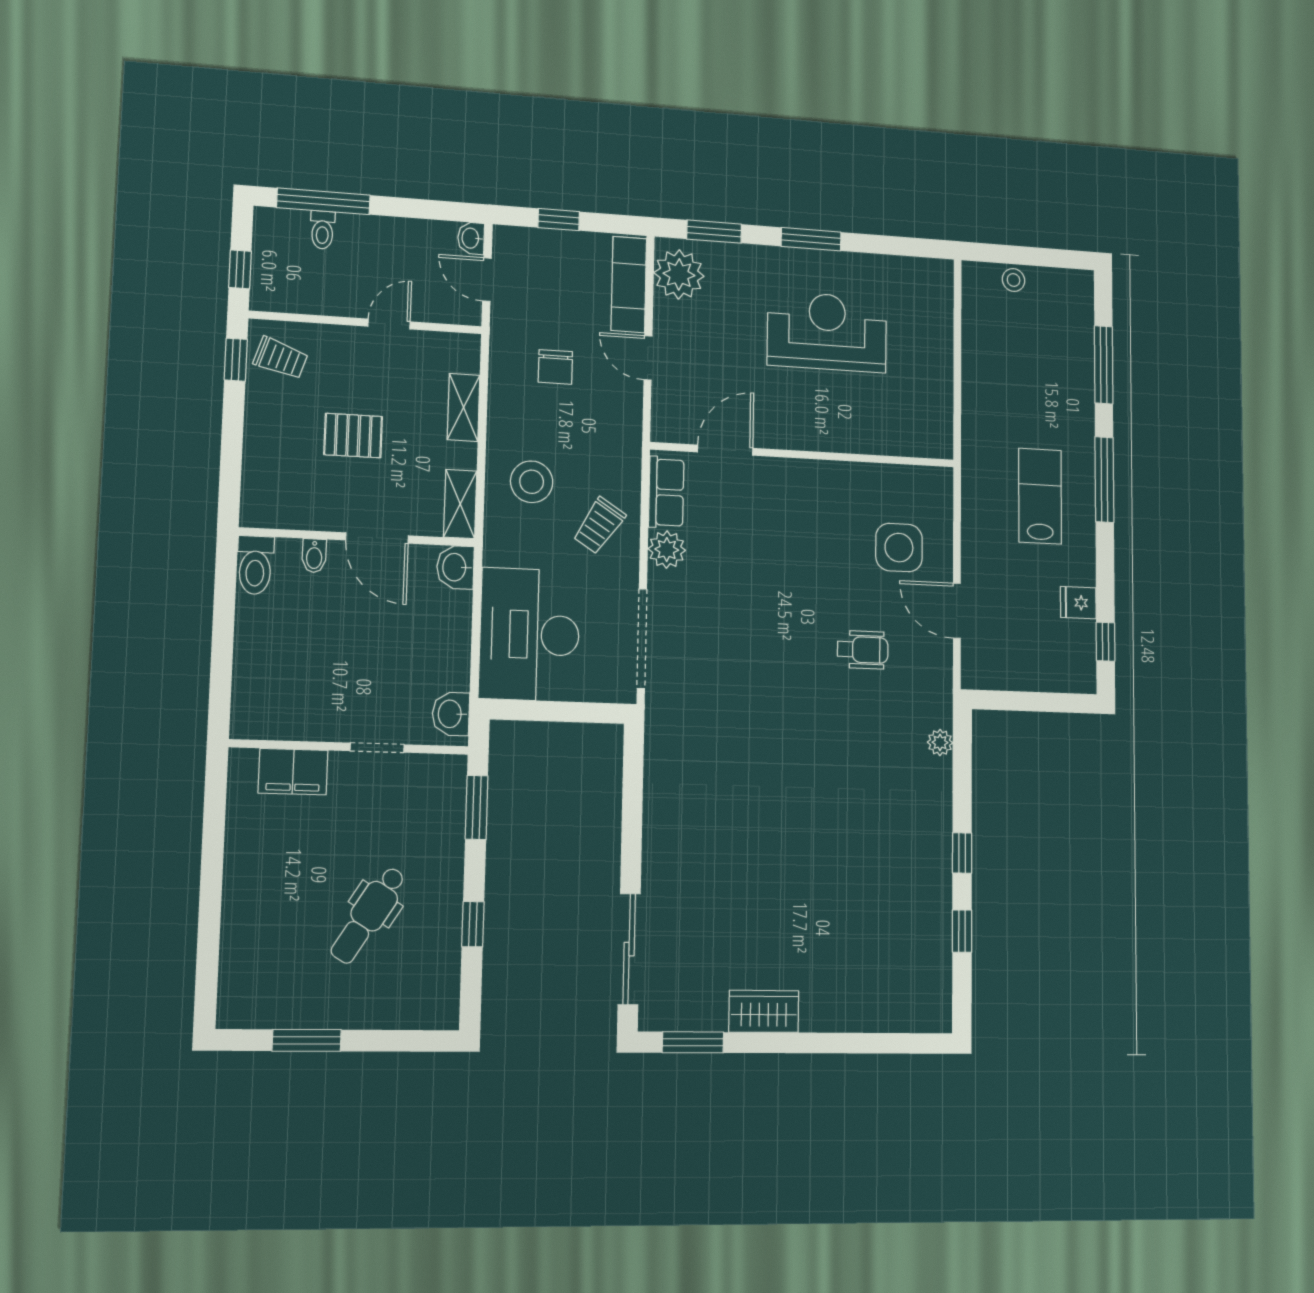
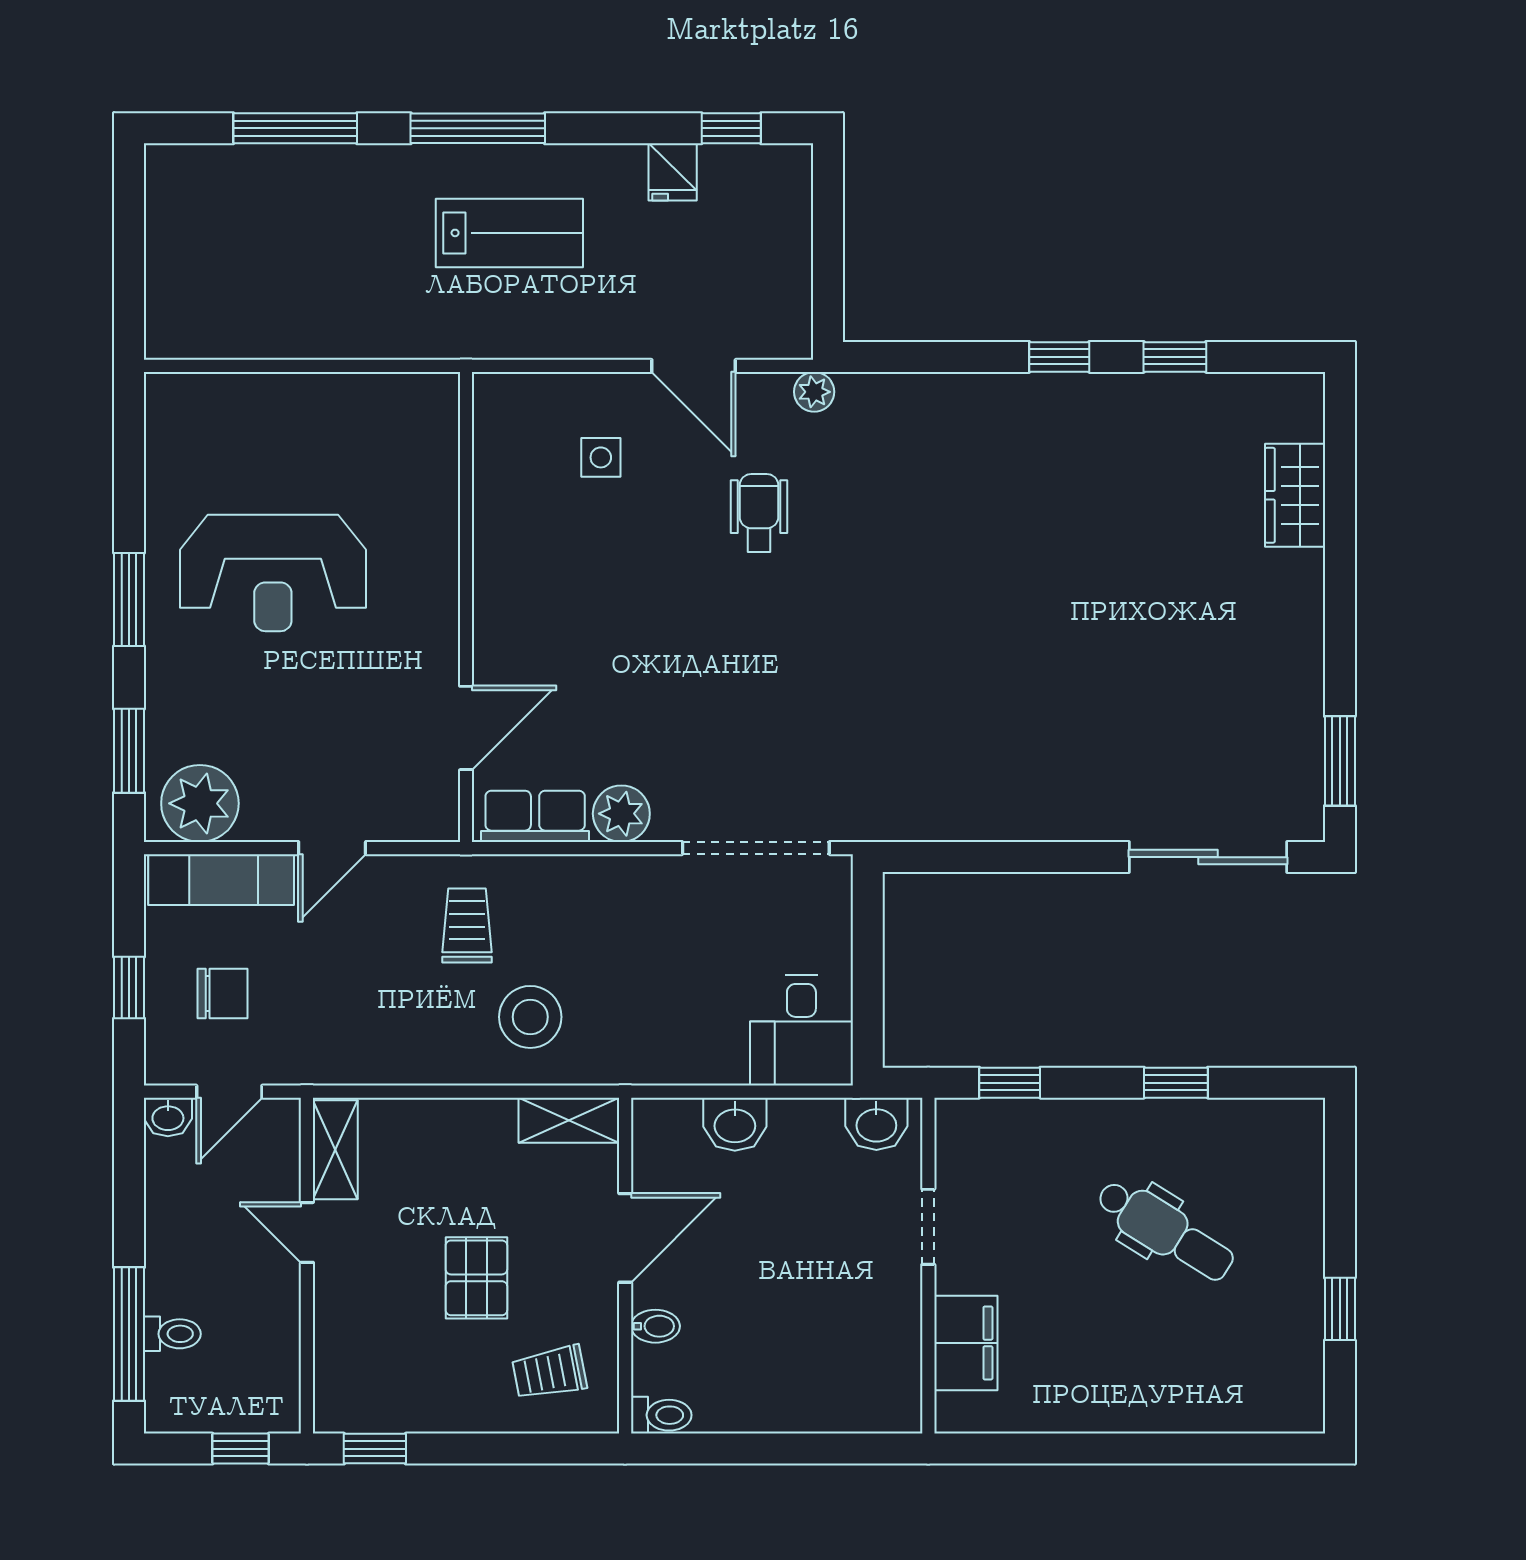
stool: (1014, 280) -> (169, 275), removed
reception desk: (827, 332) -> (273, 573), turned -90
trolley: (281, 358) -> (549, 1372), moved, turned -119
chair: (555, 367) -> (222, 994), moved
shelving: (464, 407) -> (335, 1150), moved, turned 90
door: (725, 450) -> (466, 728), swing flipped
lab bench: (1040, 496) -> (509, 233), turned 180
trolley: (599, 526) -> (467, 926), moved, turned -123
side table: (899, 548) -> (601, 457), width x0.54, depth x0.54
toilet: (255, 565) -> (661, 1415), width x0.73, depth x0.72
washbasin: (455, 567) -> (735, 1124), moved
door: (957, 611) -> (694, 366), hinge flipped
desk: (530, 635) -> (801, 1030), width x0.53, depth x0.77
plant: (940, 742) -> (814, 392), moved
window: (477, 807) -> (1010, 1083), width x0.67
wardrobe: (764, 1011) -> (1295, 495), moved
window: (307, 1040) -> (1340, 1309), width x0.67

